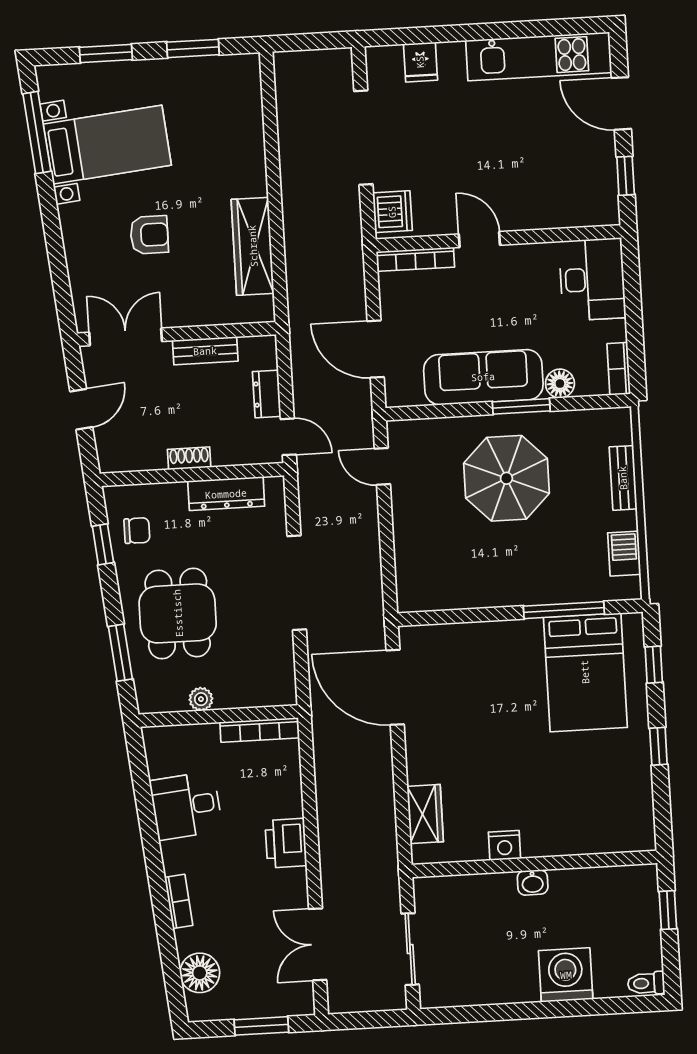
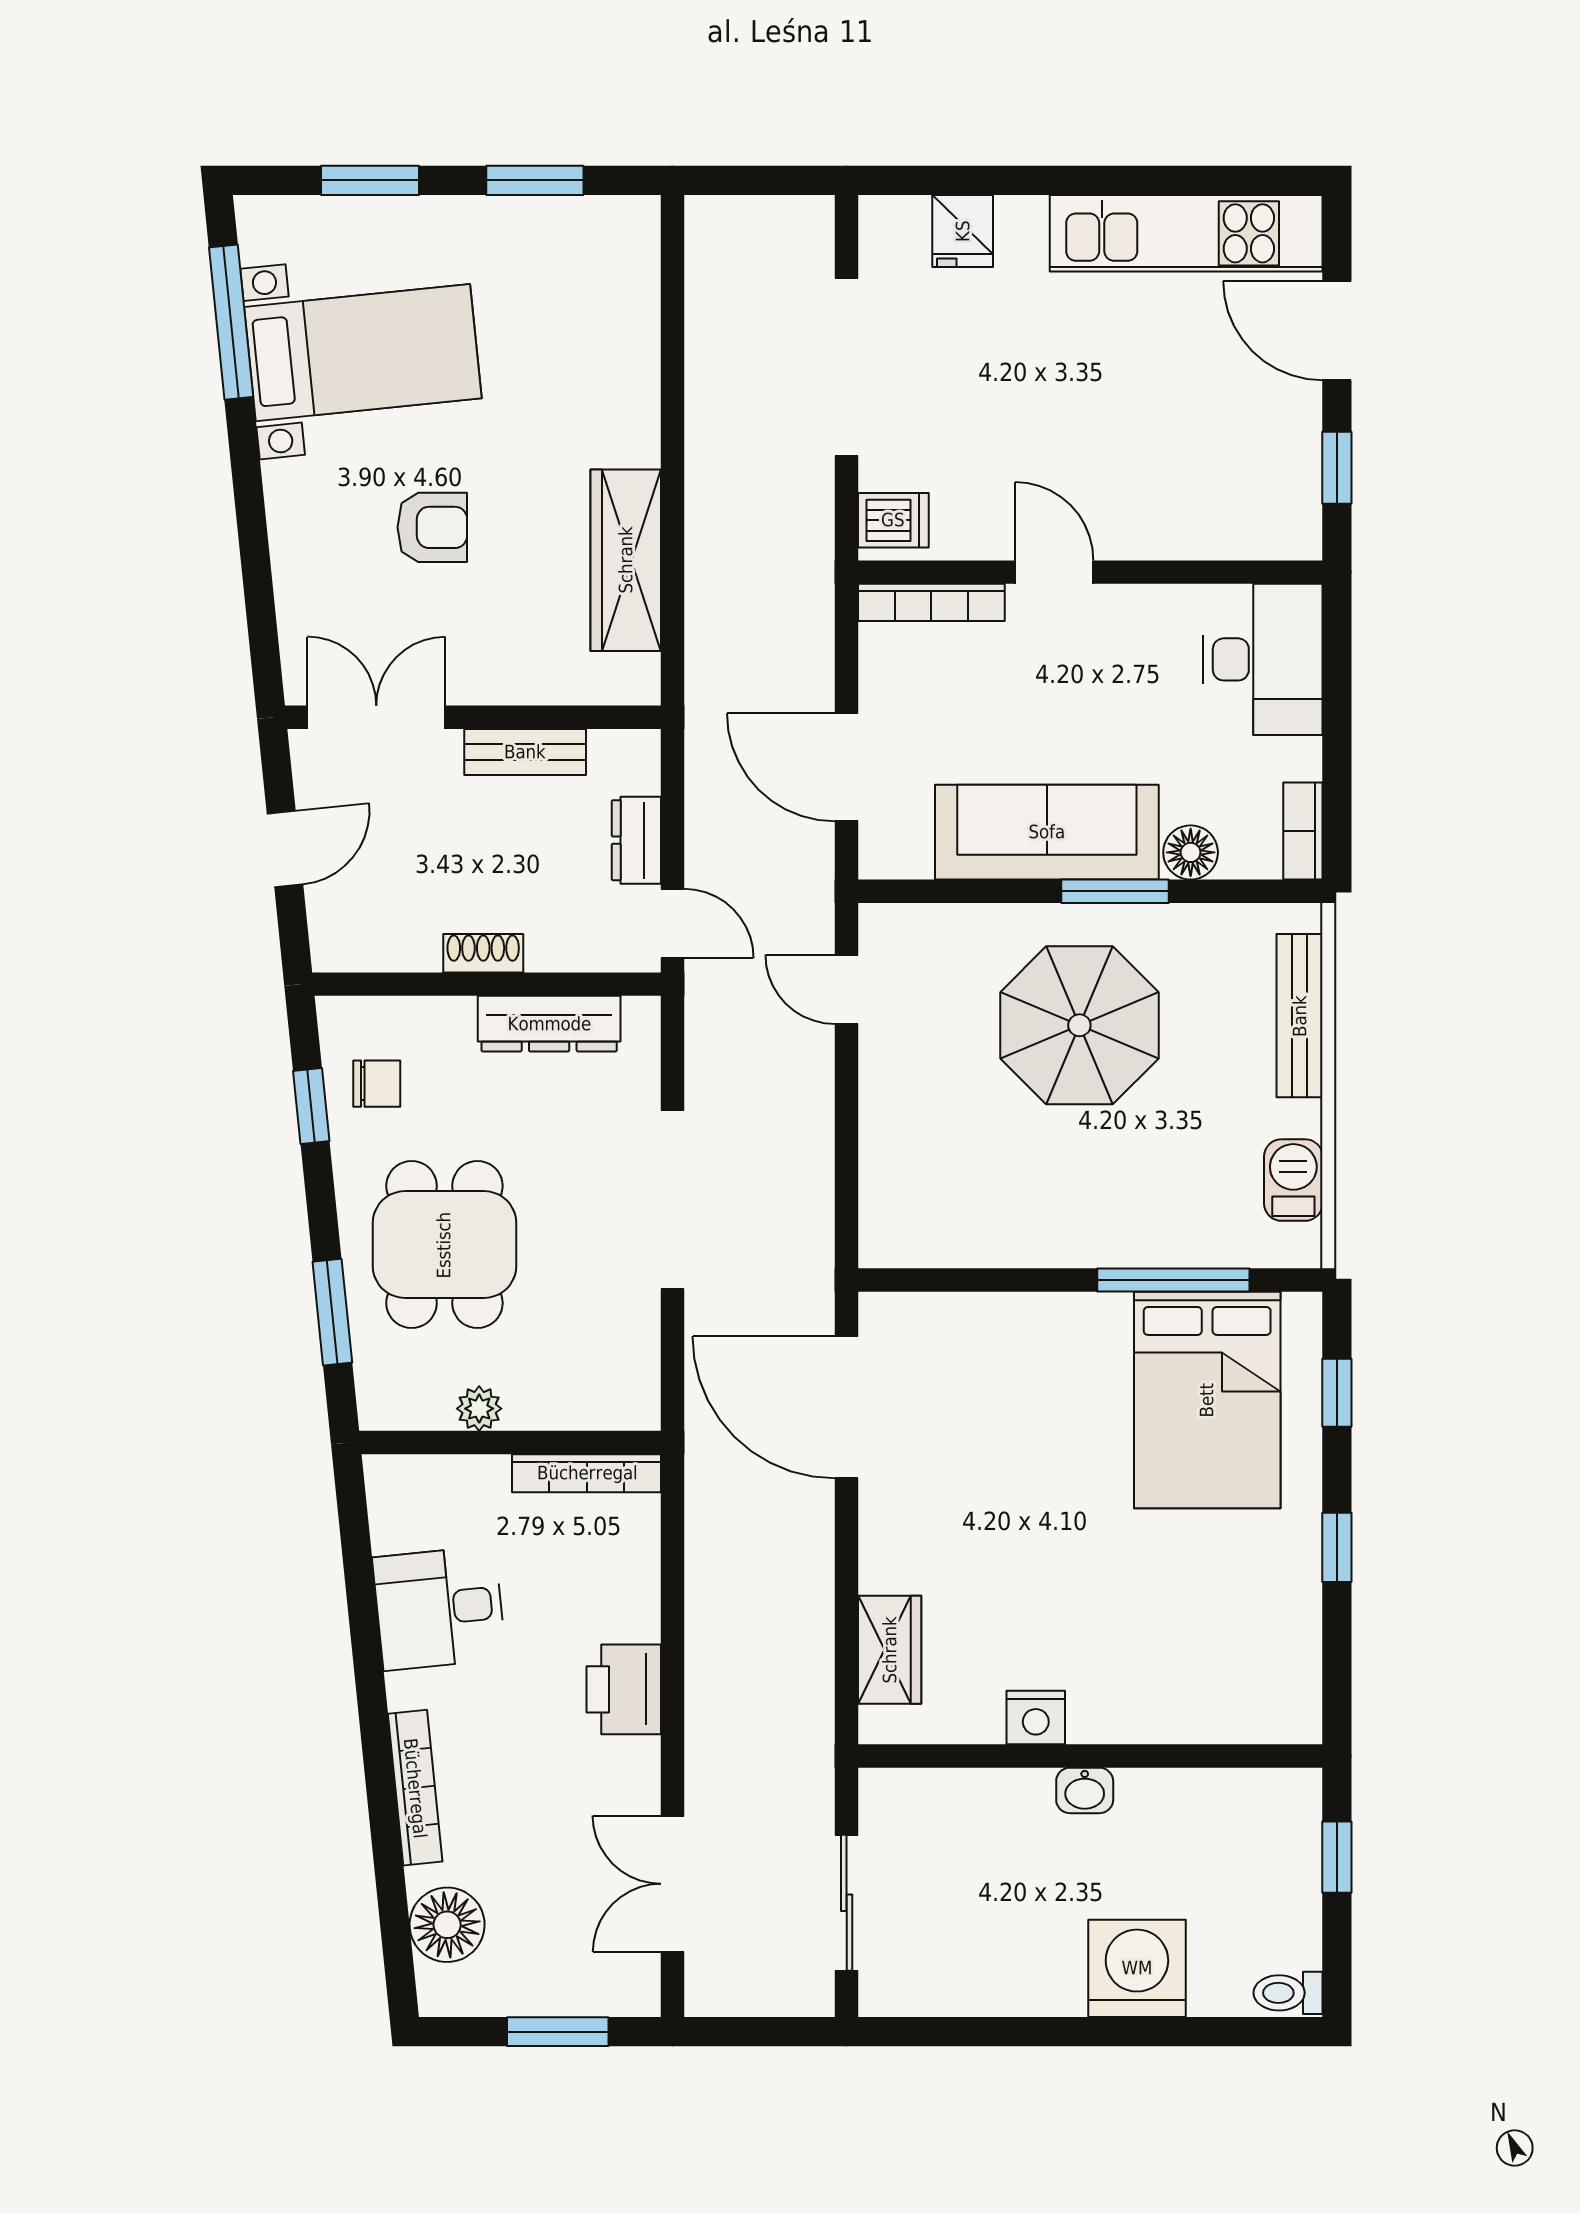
dishwasher: (392, 212) -> (893, 520), width x0.73
bench: (623, 478) -> (1300, 1016), width x1.36
bookcase: (179, 901) -> (415, 1788), width x1.56

